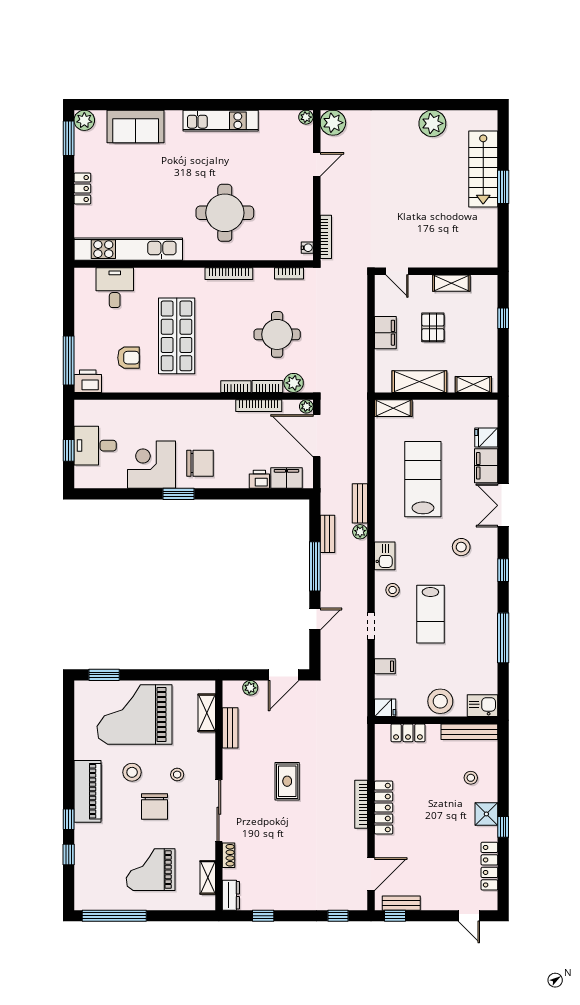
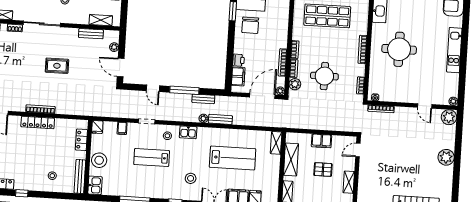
plant: (432, 123) -> (446, 157), moved
shower: (486, 814) -> (30, 184), removed

